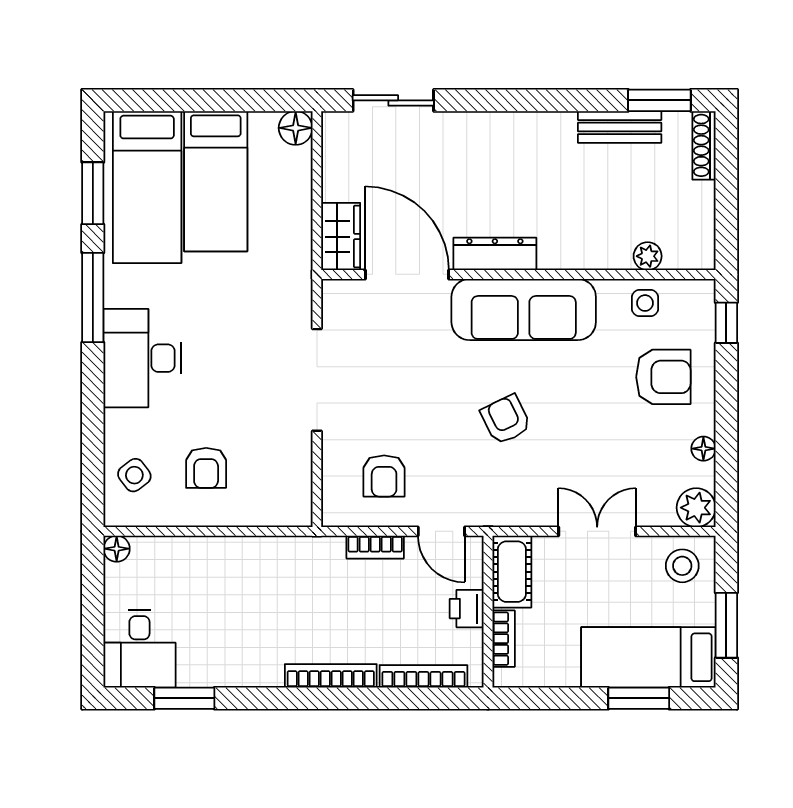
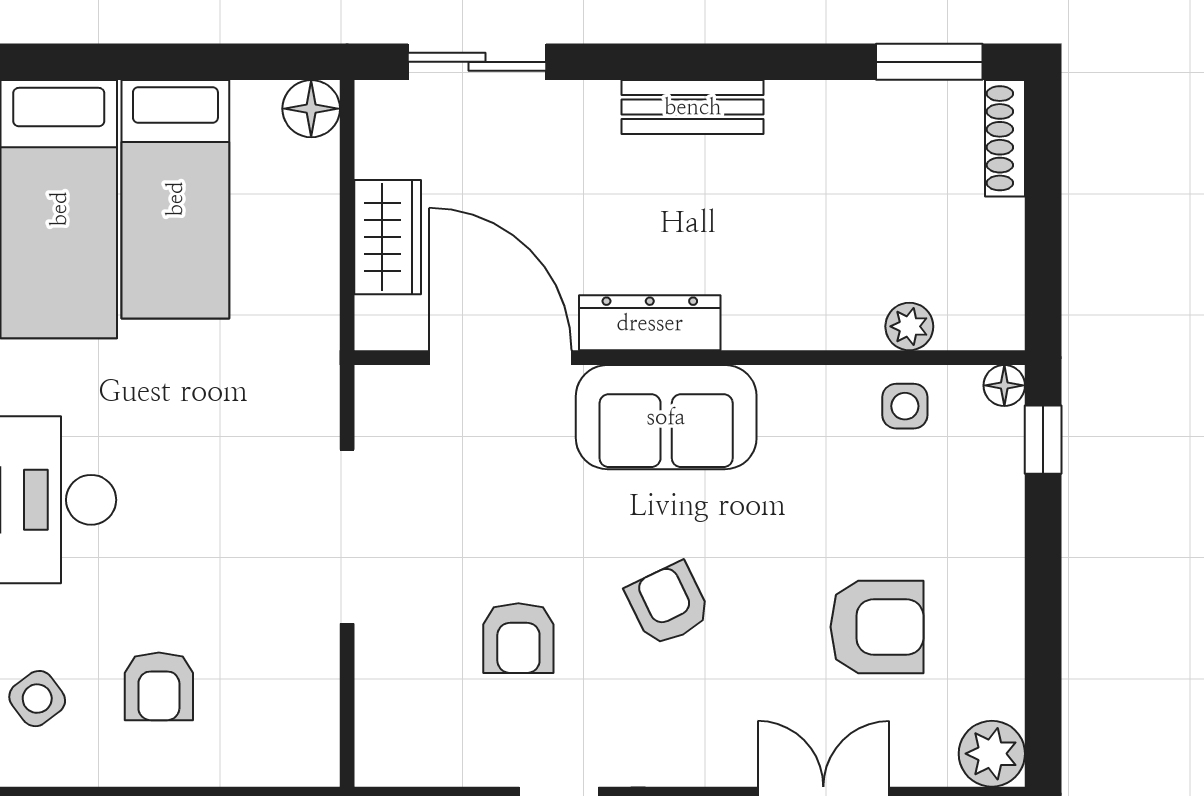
bench: (620, 127) -> (693, 107), moved
wardrobe: (341, 237) -> (388, 237), moved
sofa: (524, 309) -> (666, 417), width x0.73
armchair: (663, 377) -> (877, 627), moved
floor lamp: (703, 449) -> (1004, 385), moved
armchair: (384, 476) -> (518, 638), moved

